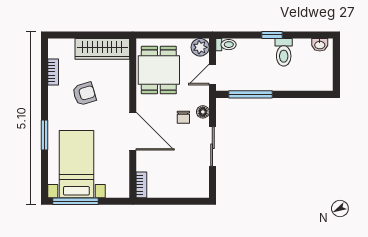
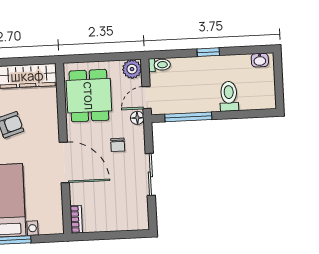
toilet: (284, 52) -> (229, 96), moved, turned 180
floor lamp: (203, 112) -> (137, 118), moved

